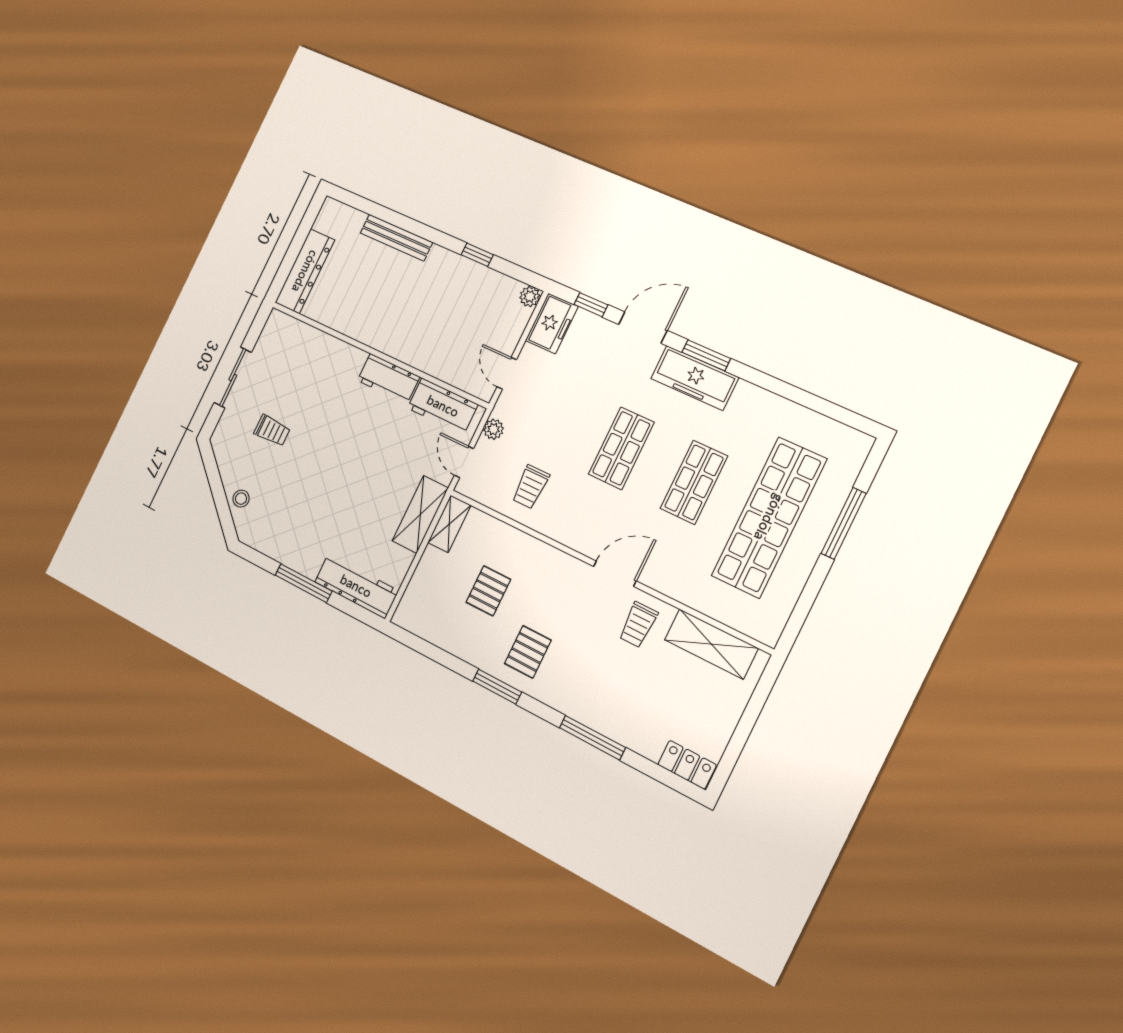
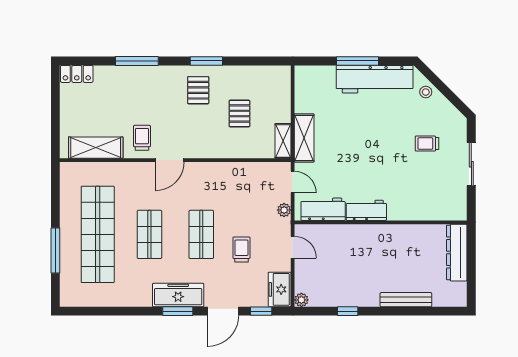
trolley: (531, 487) -> (241, 249), moved
workbench: (356, 586) -> (375, 79), moved, width x1.36, depth x1.32

